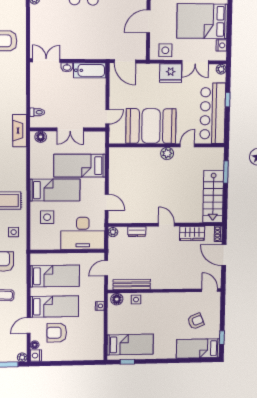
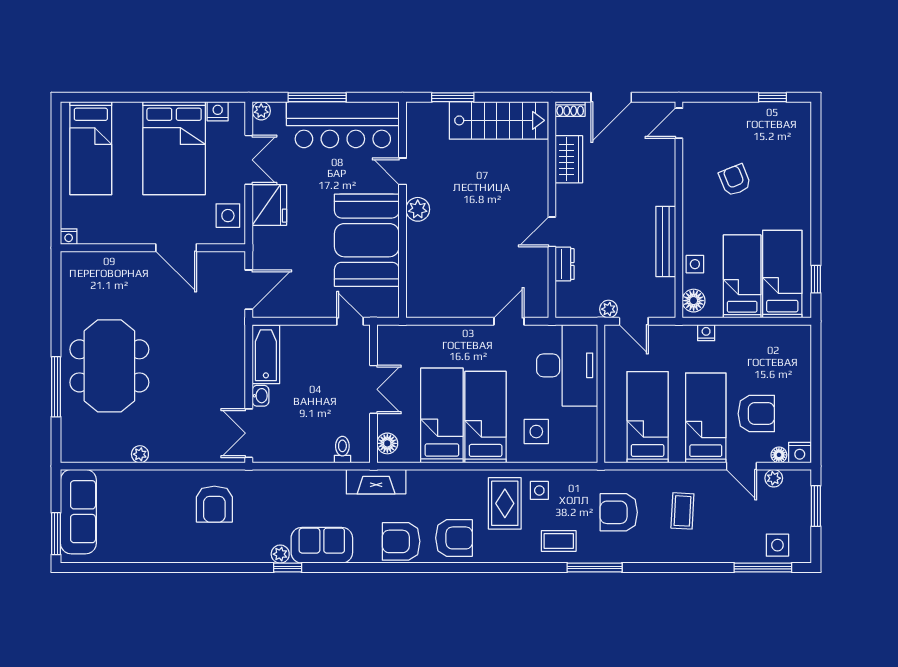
window: (228, 100) -> (317, 97), width x2.17
bed: (80, 166) -> (442, 415), moved, turned 180
door: (166, 225) -> (552, 232), moved
side table: (14, 232) -> (539, 490), moved
plant: (113, 232) -> (609, 309), moved
bench: (132, 284) -> (666, 241), moved
armchair: (196, 321) -> (735, 180), moved
armchair: (57, 333) -> (756, 414), turned -90
bed: (198, 348) -> (742, 276), moved, turned 180
plant: (22, 357) -> (774, 478), moved

